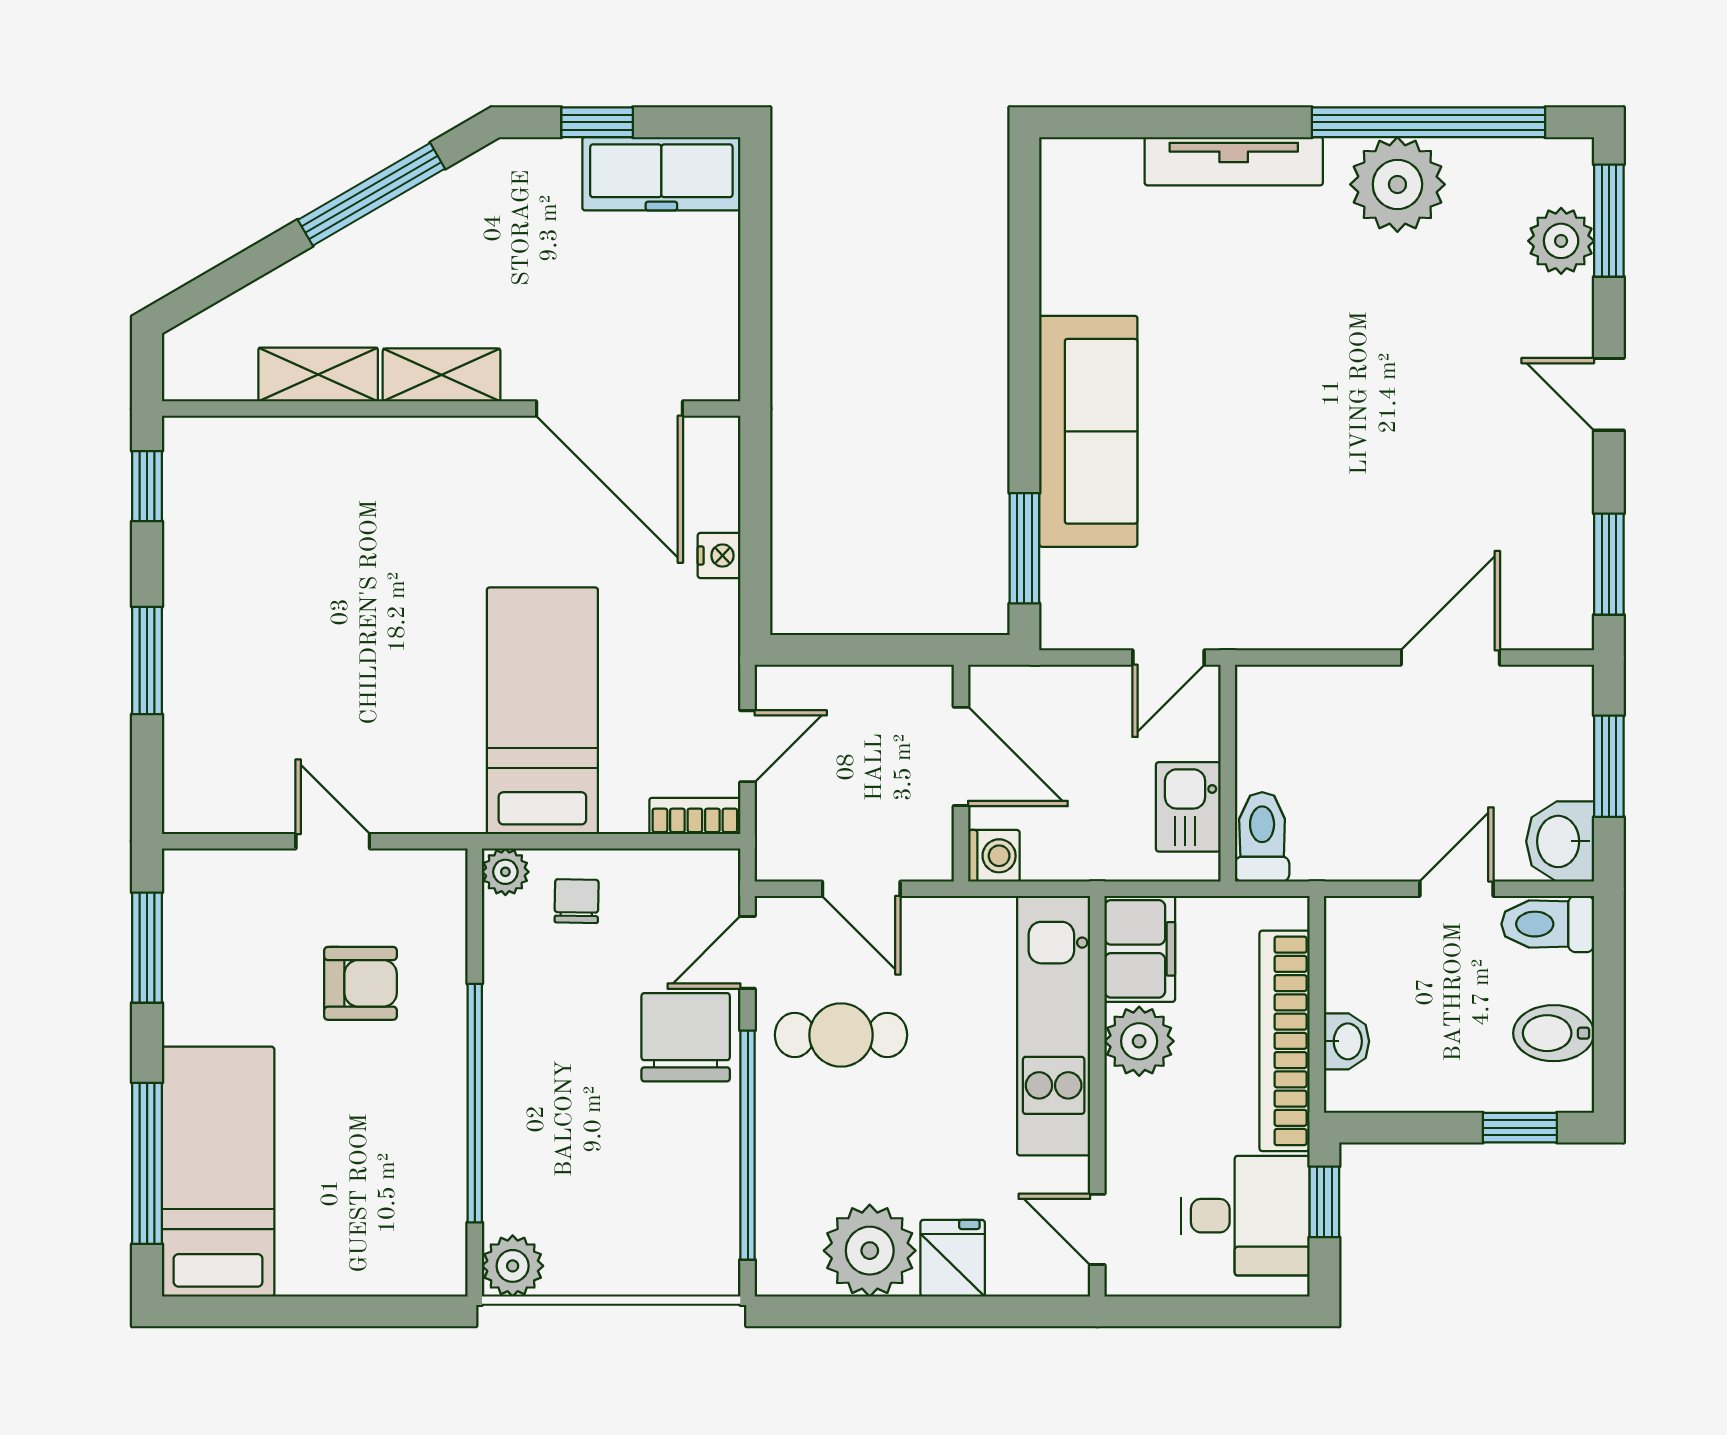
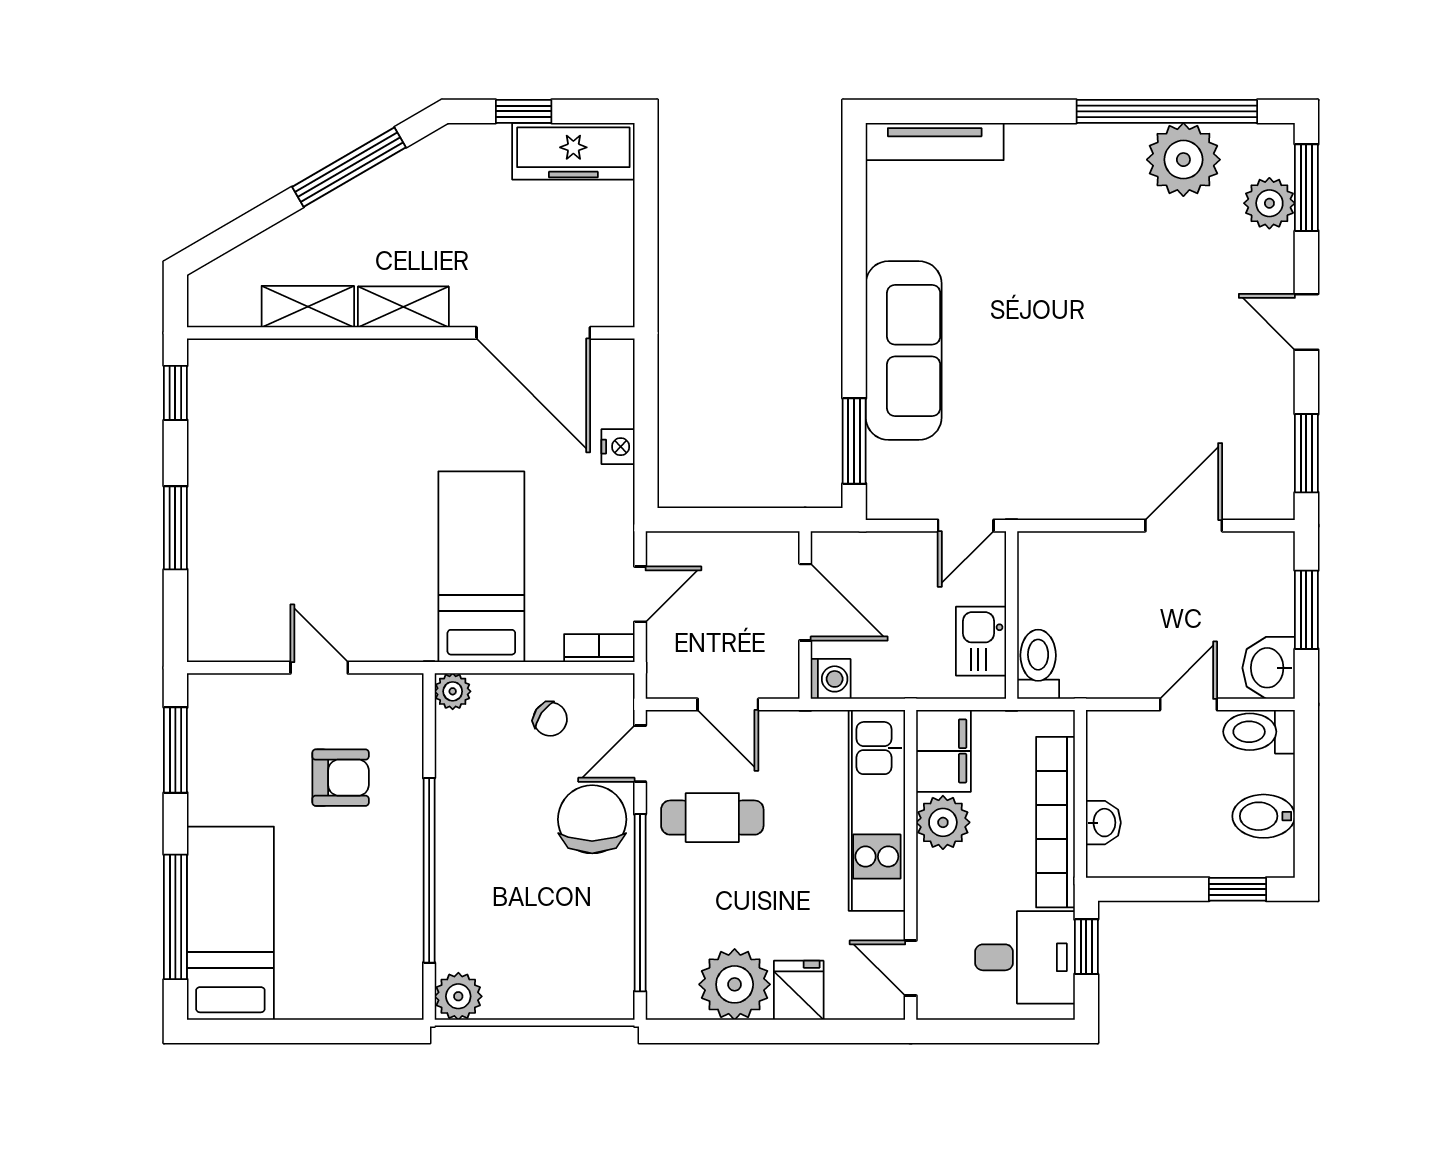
tv unit: (1234, 161) -> (935, 142), moved
plant: (1397, 184) -> (1183, 160), moved
chair: (577, 901) -> (550, 719), moved, turned 124

